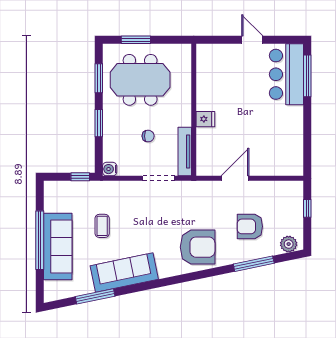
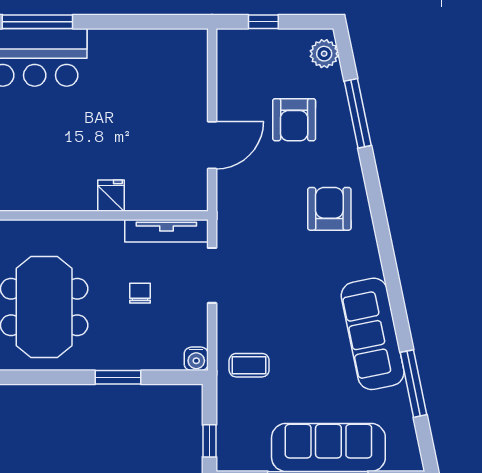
window: (99, 78) -> (41, 377), removed
window: (80, 177) -> (209, 441), moved
door: (235, 178) -> (212, 145), swing flipped
coffee table: (102, 226) -> (249, 365), moved
armchair: (198, 247) -> (329, 209), width x0.73, depth x0.73

